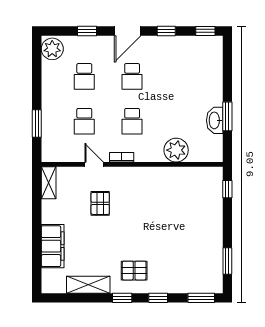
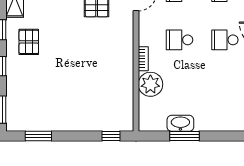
bookcase: (122, 157) -> (143, 59), moved

